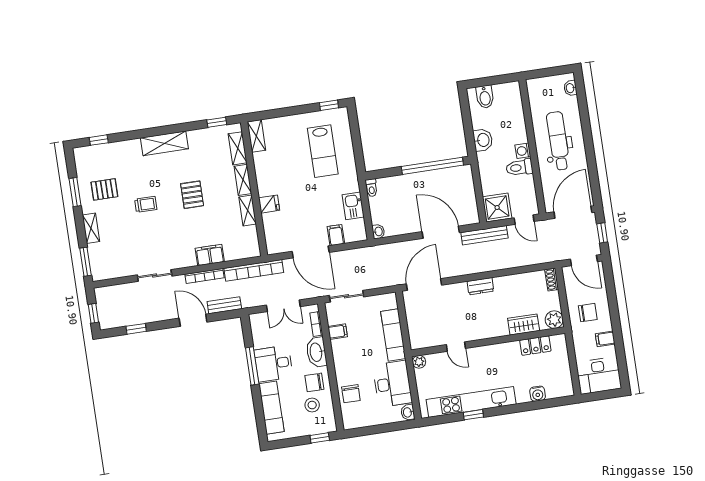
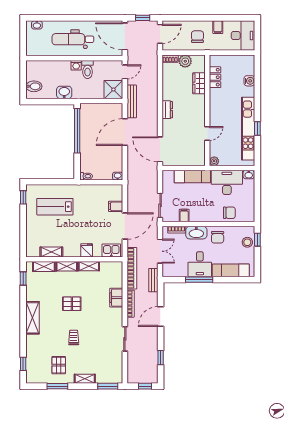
shelving: (256, 136) -> (51, 252), moved
lab bench: (323, 151) -> (55, 207), turned 180
kitchen sink: (353, 206) -> (111, 250), moved, turned 180
bench: (224, 305) -> (153, 280), moved
plant: (554, 320) -> (185, 61), moved
stool: (312, 405) -> (247, 242), moved

